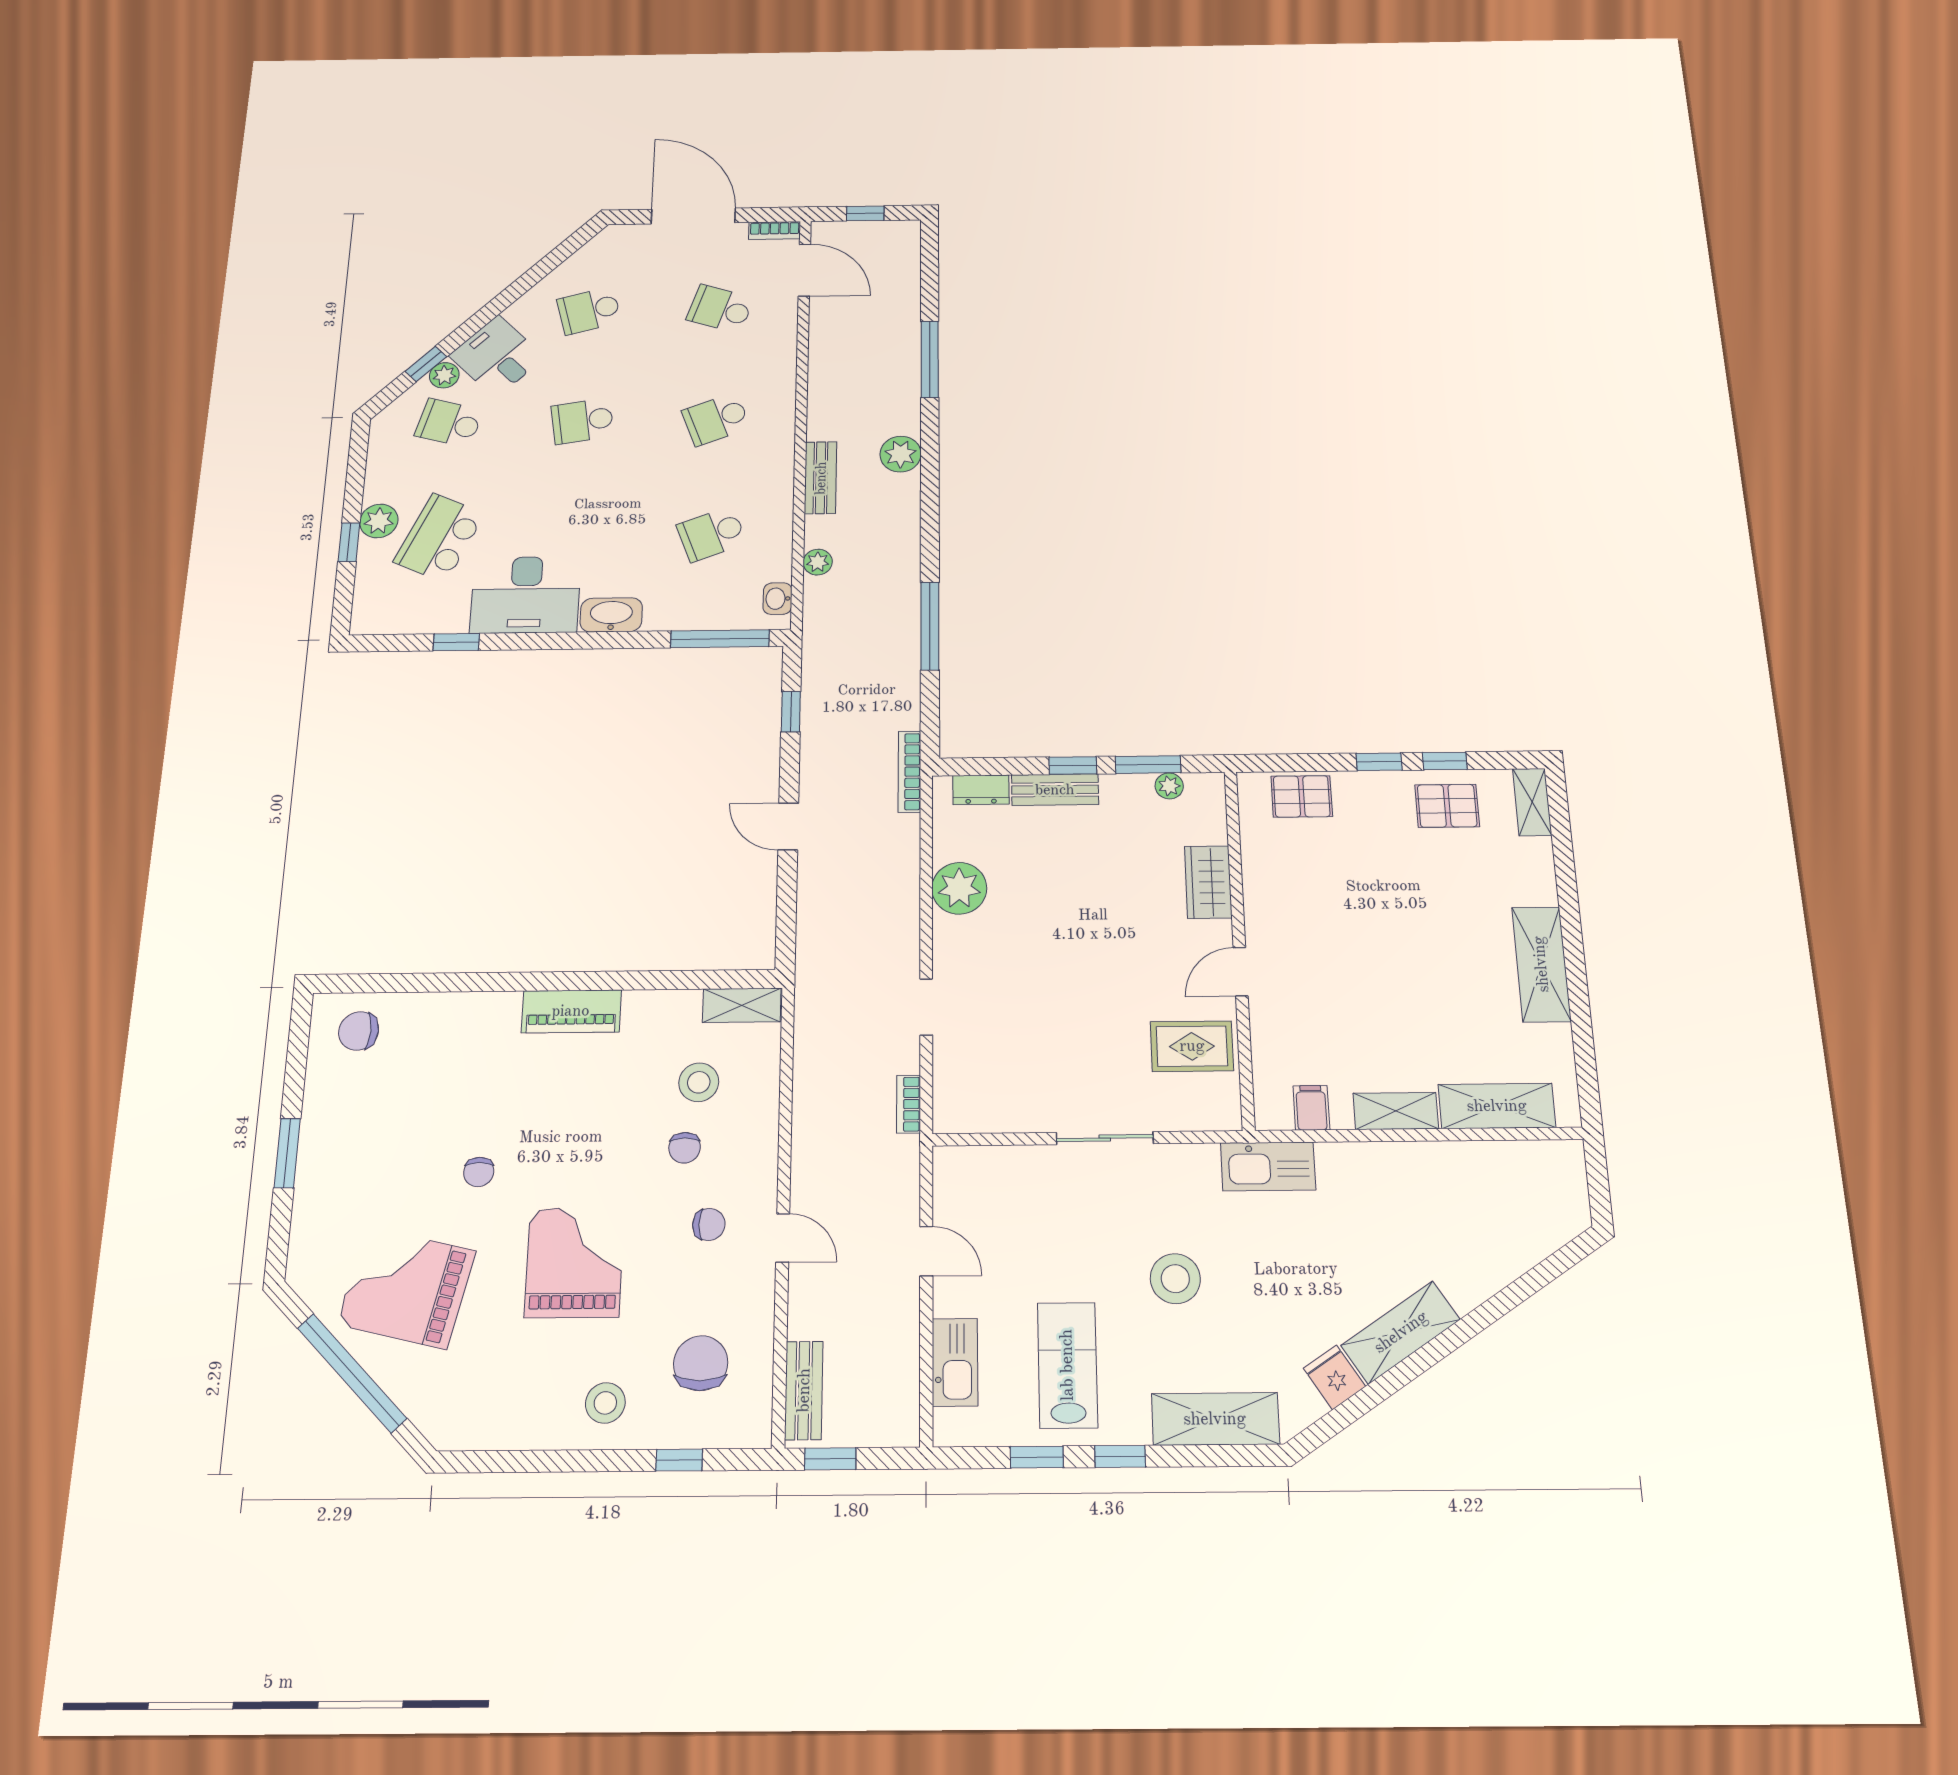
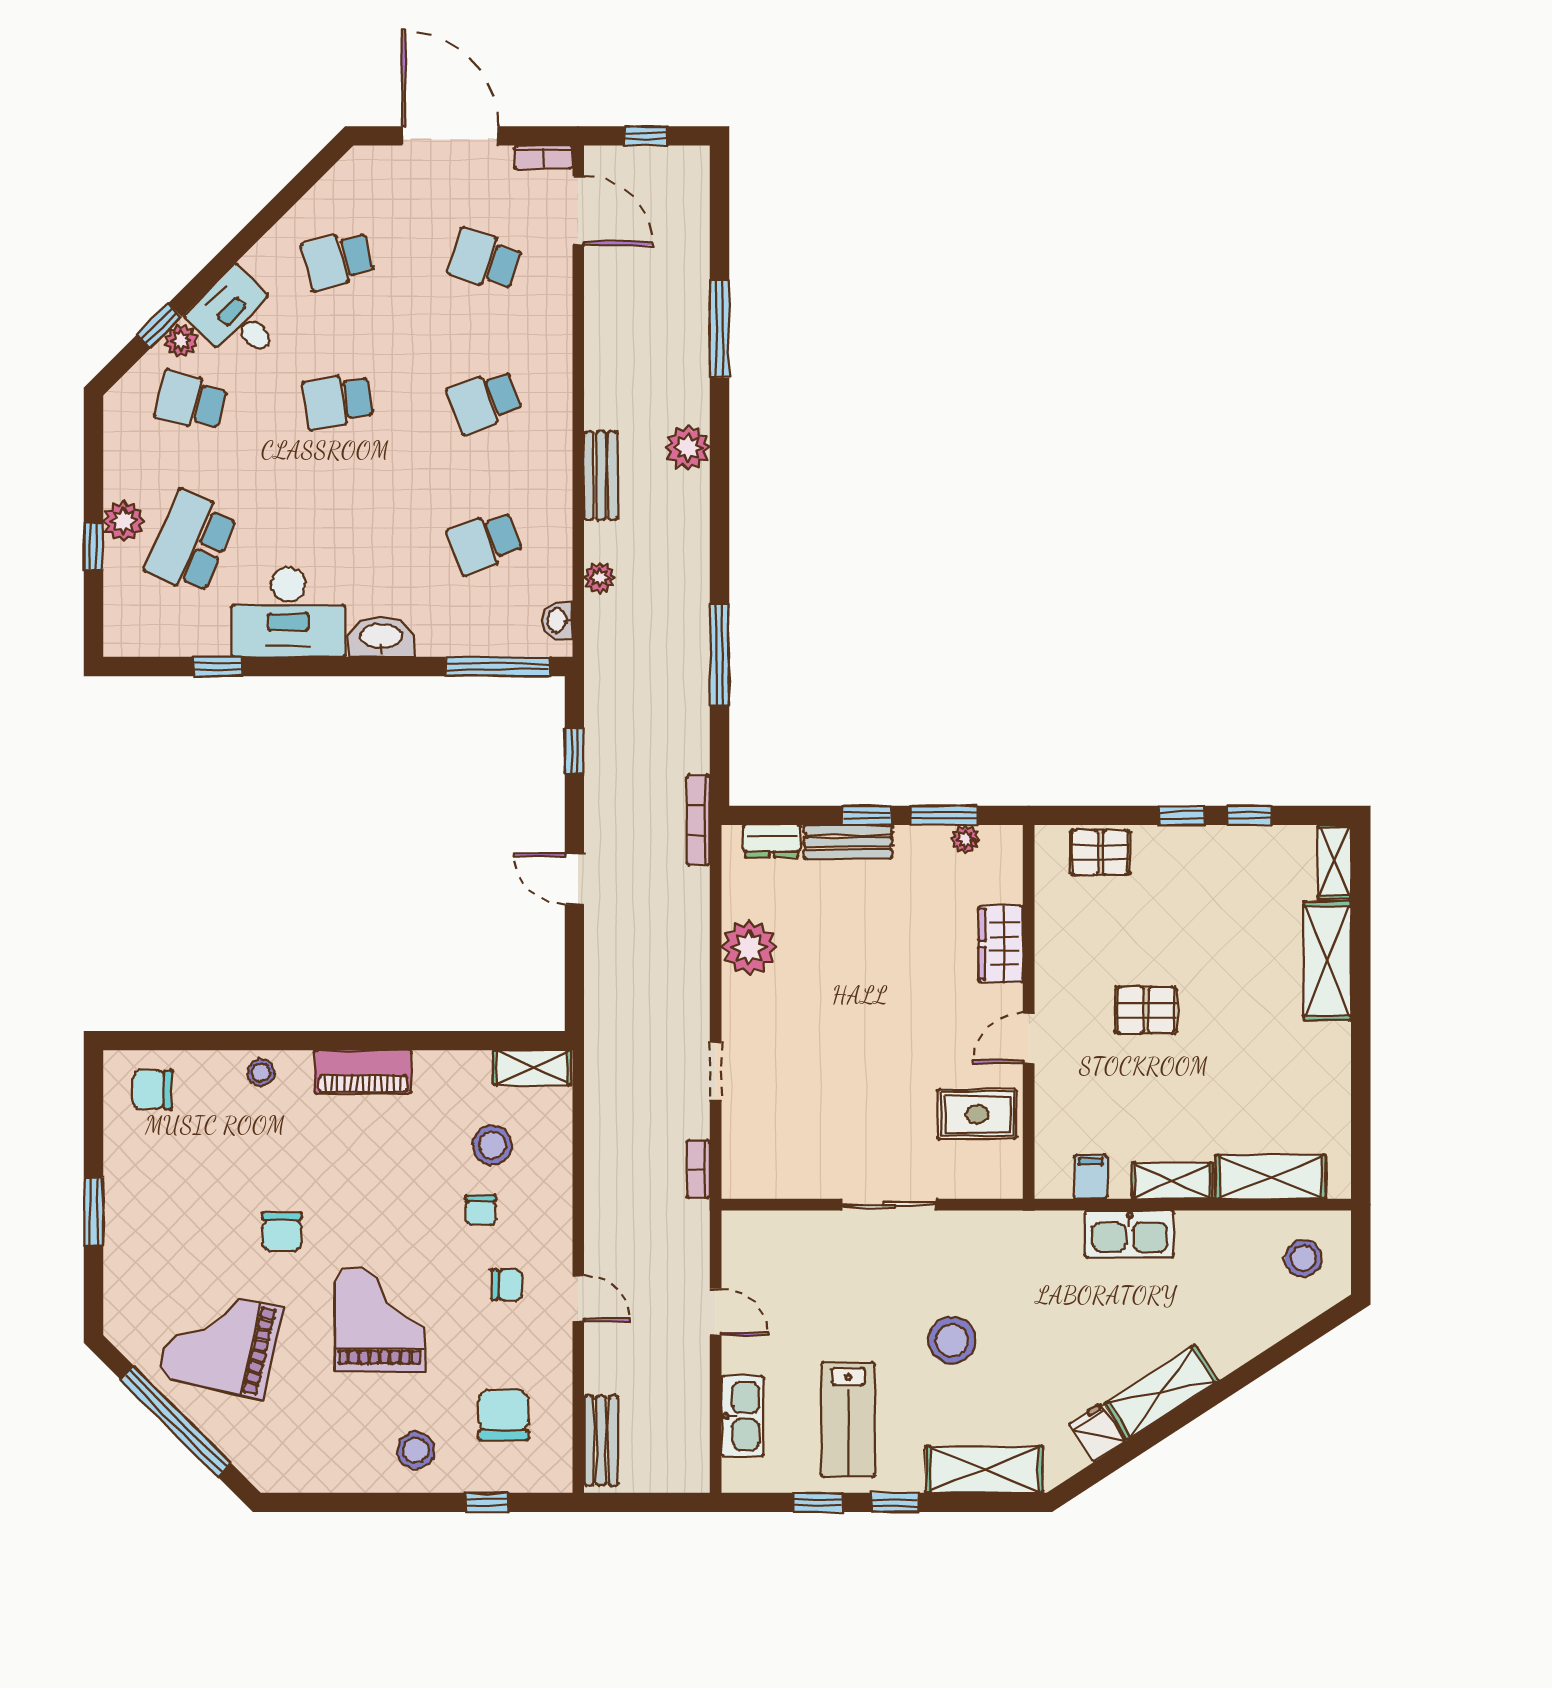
pallet: (1447, 806) -> (1146, 1010), moved
shelving: (1541, 964) -> (1327, 961), moved
stool: (469, 1013) -> (261, 1073), added
kitchen sink: (1268, 1166) -> (1129, 1234), moved
chair: (479, 1172) -> (282, 1232), width x1.37, depth x1.37
stool: (1539, 1189) -> (1303, 1258), added
lab bench: (1067, 1365) -> (848, 1420), turned 180
window: (830, 1459) -> (627, 1502), removed

